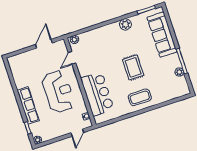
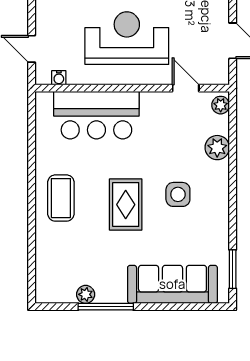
plant: (125, 24) -> (217, 148), moved
side table: (121, 45) -> (178, 194), added
rug: (133, 67) -> (126, 205), turned 90
reception desk: (58, 92) -> (127, 38), turned 180

